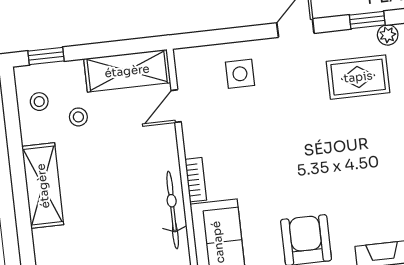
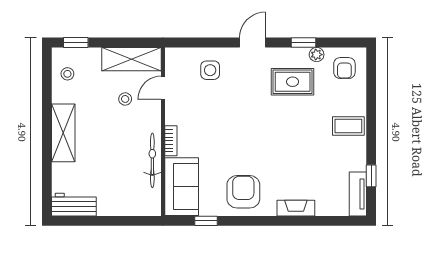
stool: (78, 117) -> (125, 99), moved

